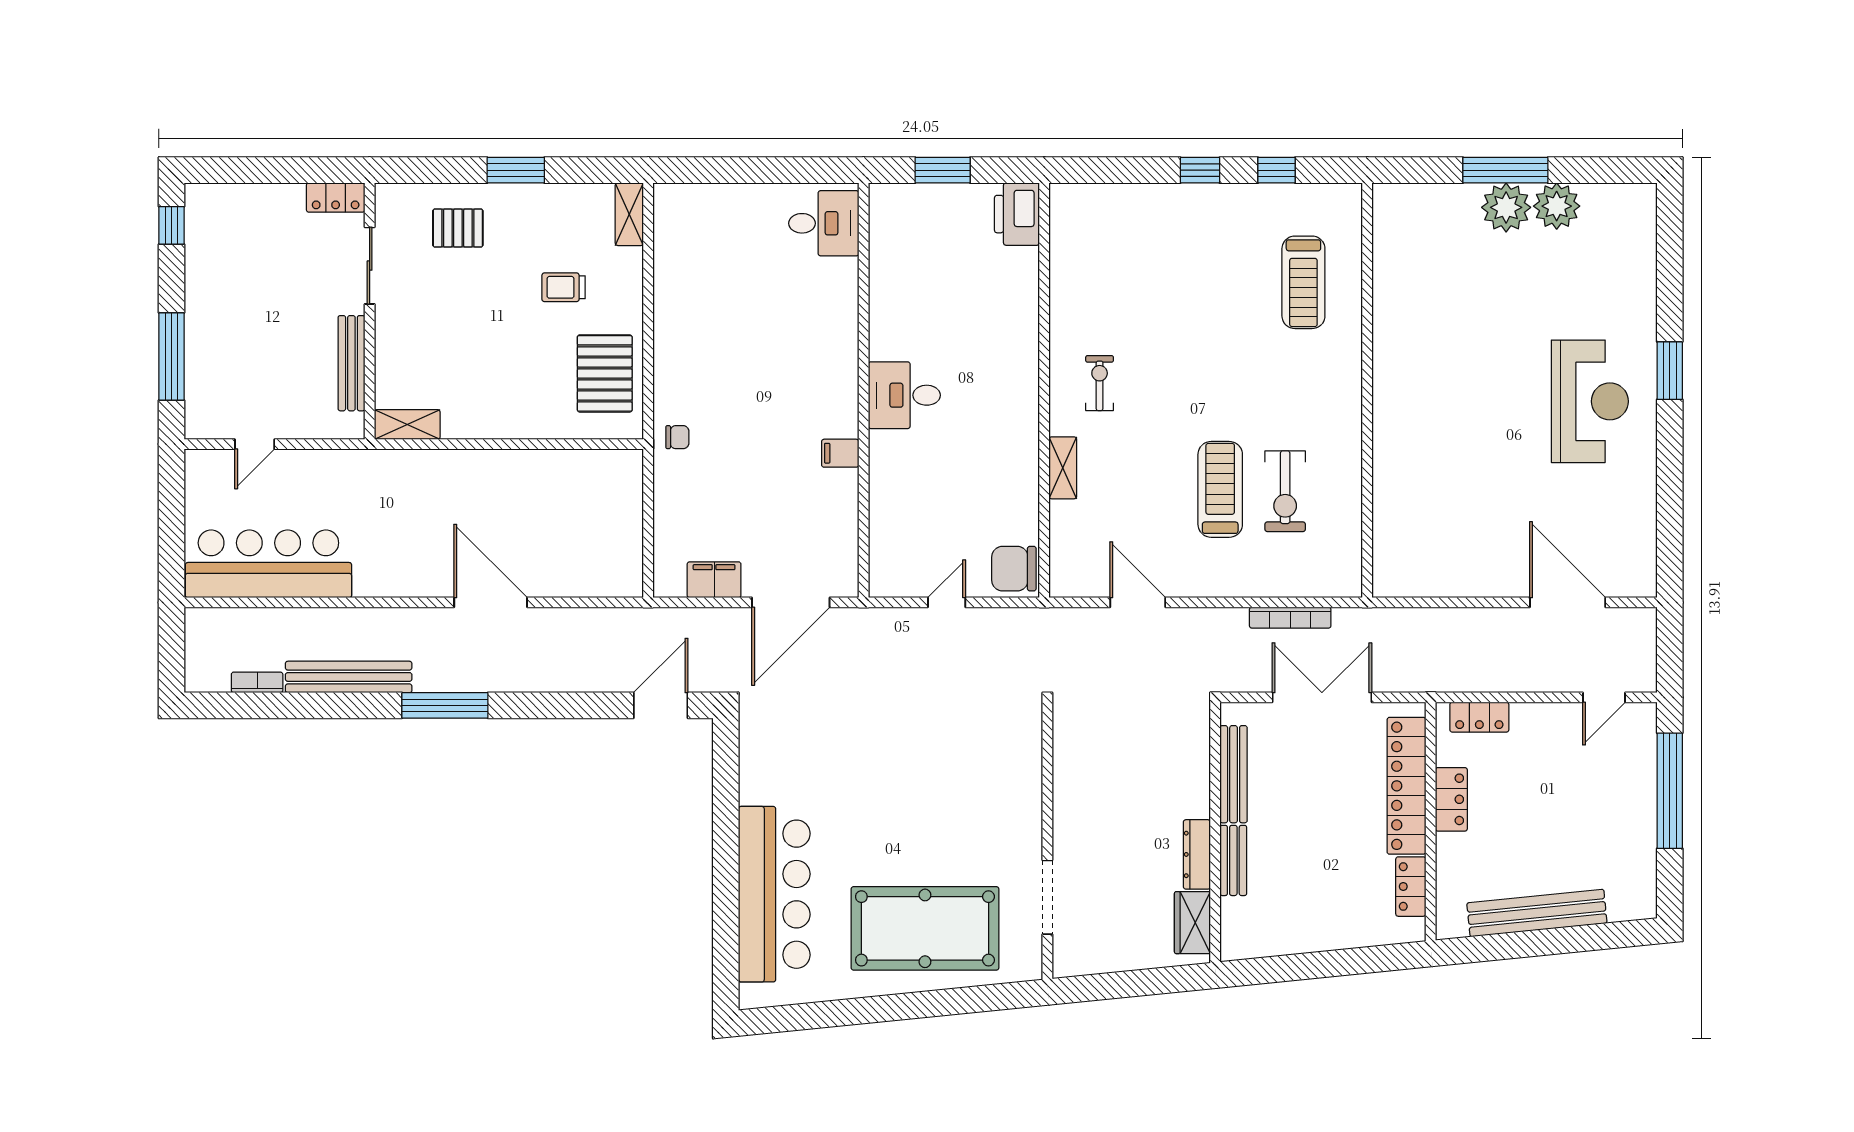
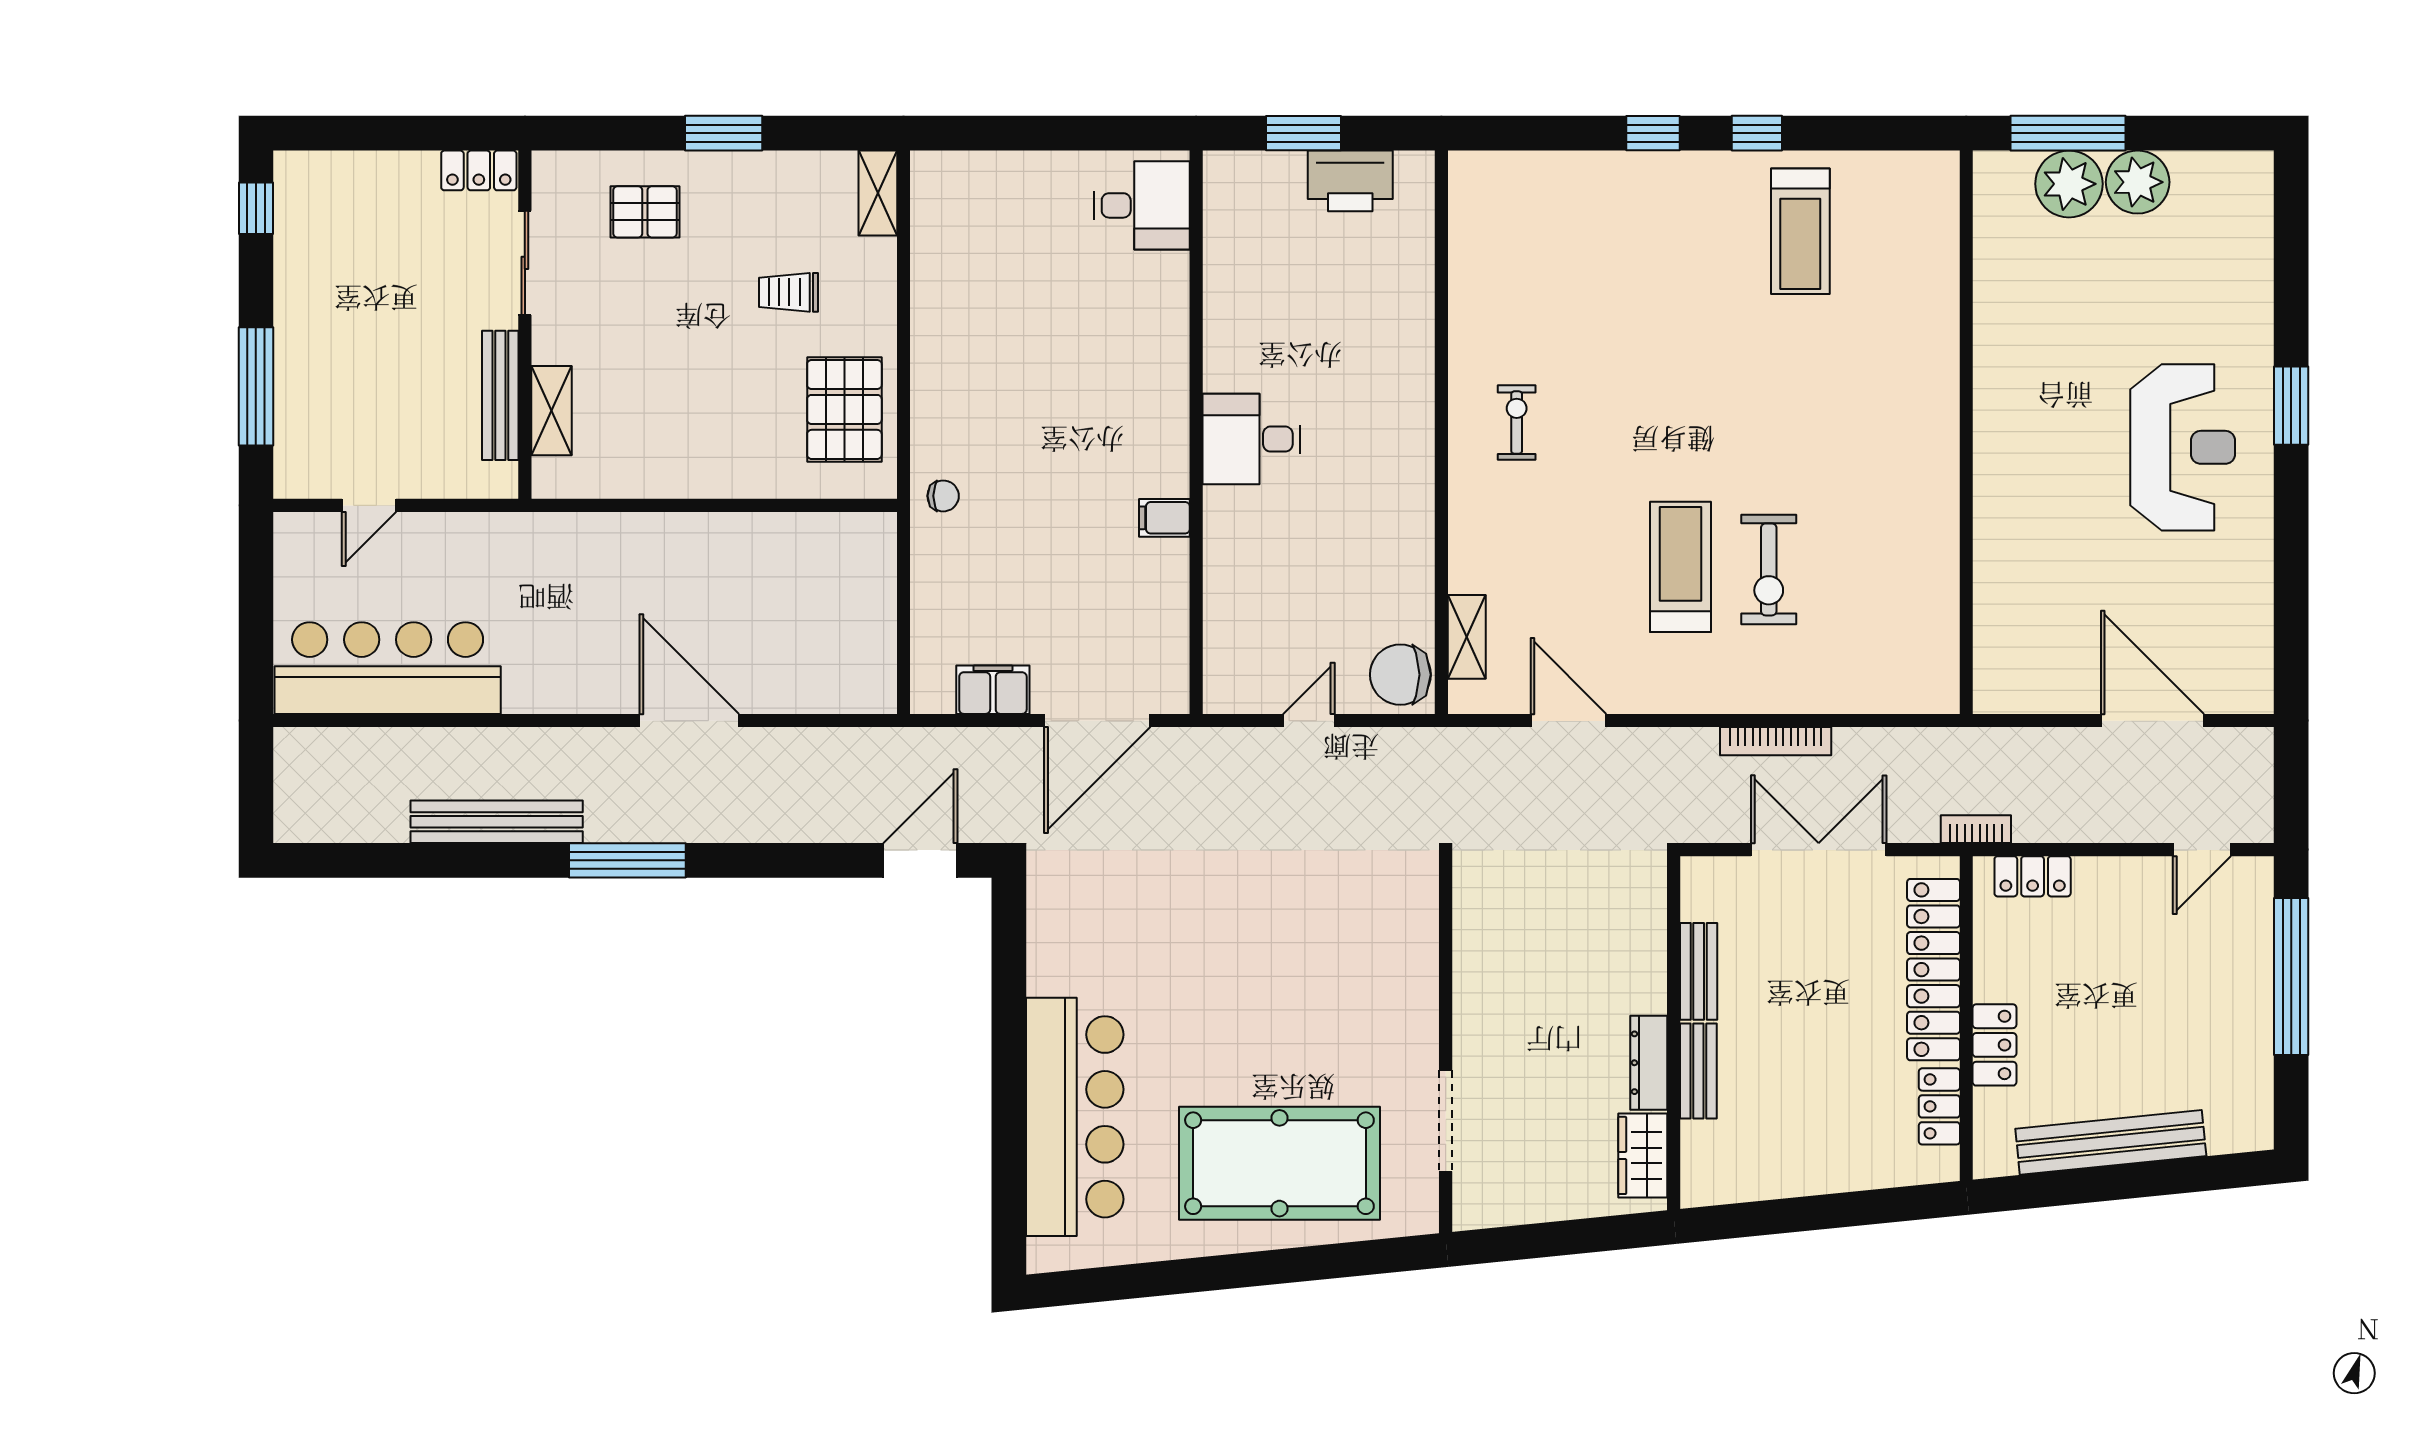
printer: (1017, 214) -> (1350, 181), moved, turned -90
treadmill: (1303, 282) -> (1800, 231), moved
wall: (1367, 390) -> (1966, 432), moved
shelving: (407, 425) -> (551, 411), moved, turned 90
shelving: (1063, 468) -> (1467, 637), moved
bookcase: (257, 682) -> (1976, 829), moved
bench: (1234, 774) -> (1699, 971), width x0.73
locker: (1451, 799) -> (1994, 1045), moved

